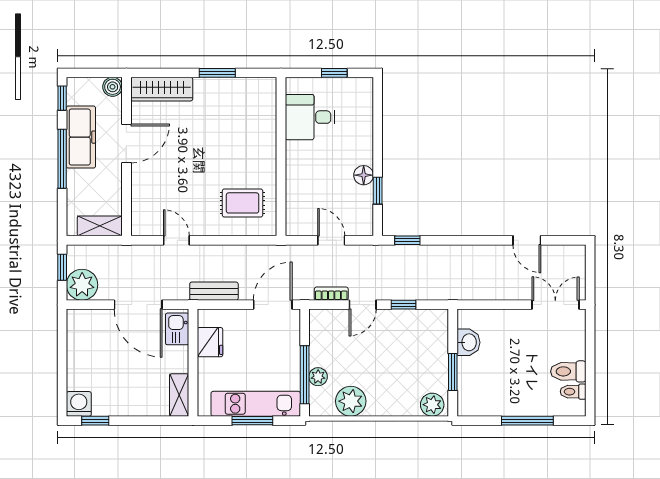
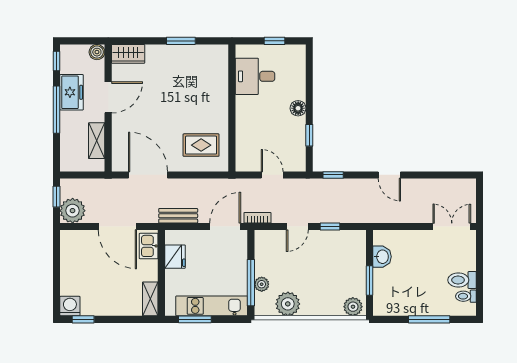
wardrobe: (162, 89) -> (128, 54), width x0.67
freezer: (81, 137) -> (72, 92), width x0.71
floor lamp: (364, 175) -> (298, 108), moved
shelving: (100, 226) -> (97, 141), moved, turned 90
door: (176, 240) -> (148, 175), width x1.88
door: (527, 240) -> (389, 175), moved
bookcase: (331, 294) -> (257, 218), moved
window: (252, 421) -> (195, 319), moved

